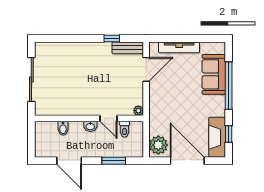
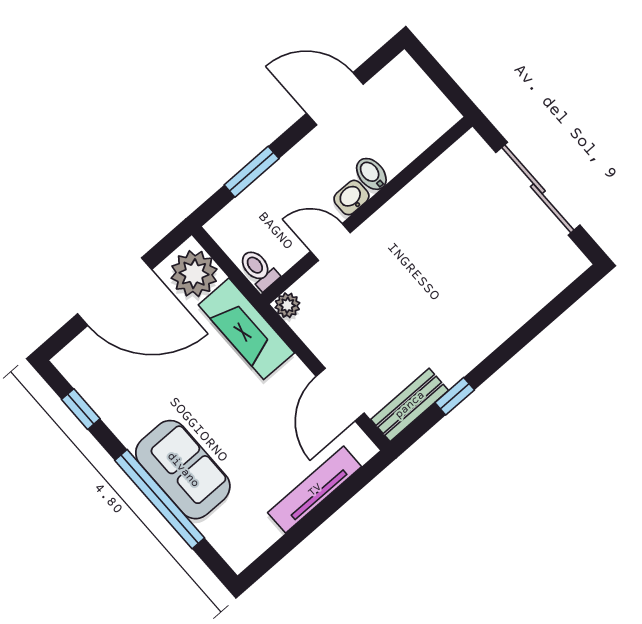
sofa: (214, 74) -> (183, 470), moved
bidet: (63, 128) -> (371, 174), moved
toilet: (124, 129) -> (259, 269), moved
fireplace: (217, 137) -> (246, 329), moved, turned 180

